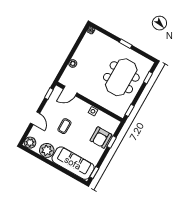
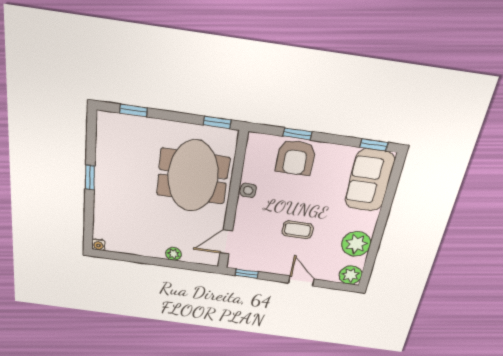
meeting table: (121, 77) -> (193, 176), moved, turned 90
door: (70, 91) -> (226, 242), swing flipped
door: (35, 118) -> (301, 281), hinge flipped
armchair: (101, 138) -> (296, 158), turned 90
sofa: (73, 163) -> (370, 180), width x0.73

